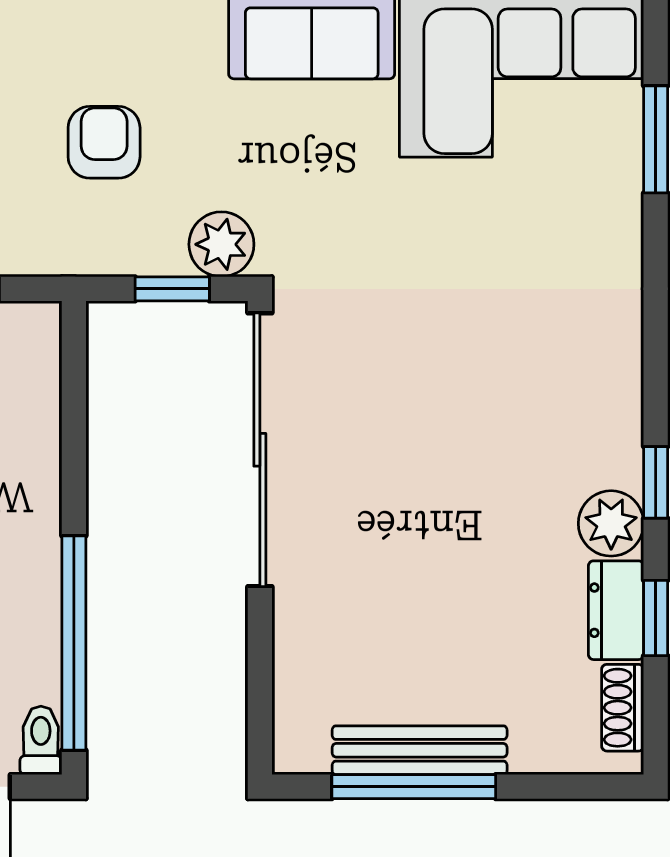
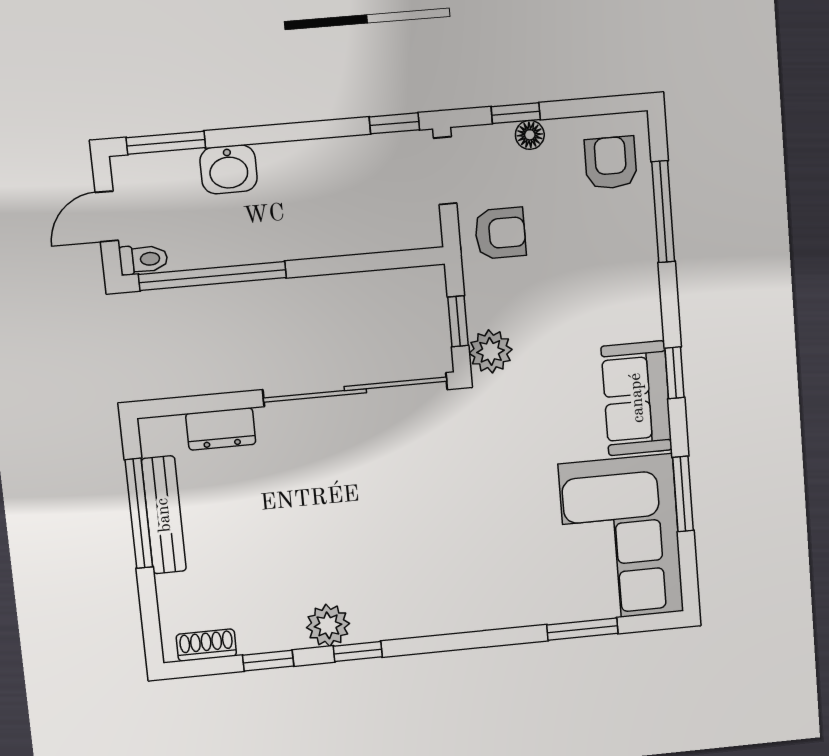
armchair: (104, 142) -> (500, 233), moved
dresser: (616, 610) -> (221, 429), moved, turned 180

